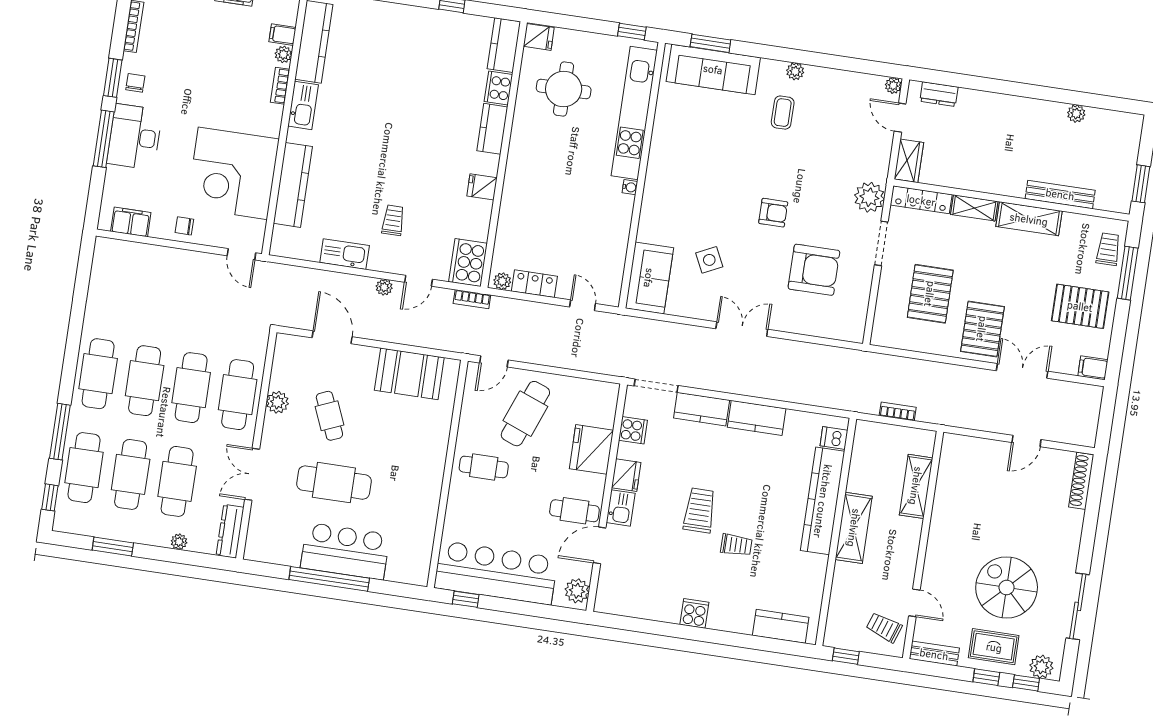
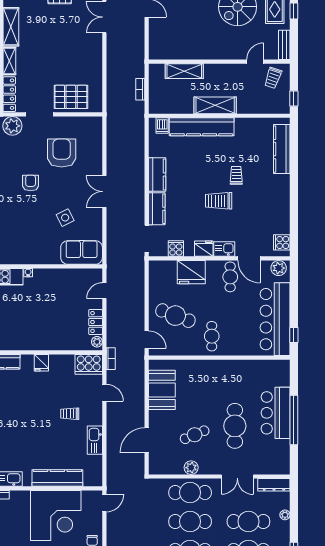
plant: (384, 287) -> (111, 413), removed
pallet: (930, 294) -> (71, 97), moved
pallet: (982, 329) -> (82, 45), removed
cooker: (694, 613) -> (282, 242), moved
kitchen counter: (781, 626) -> (282, 149), width x1.50

